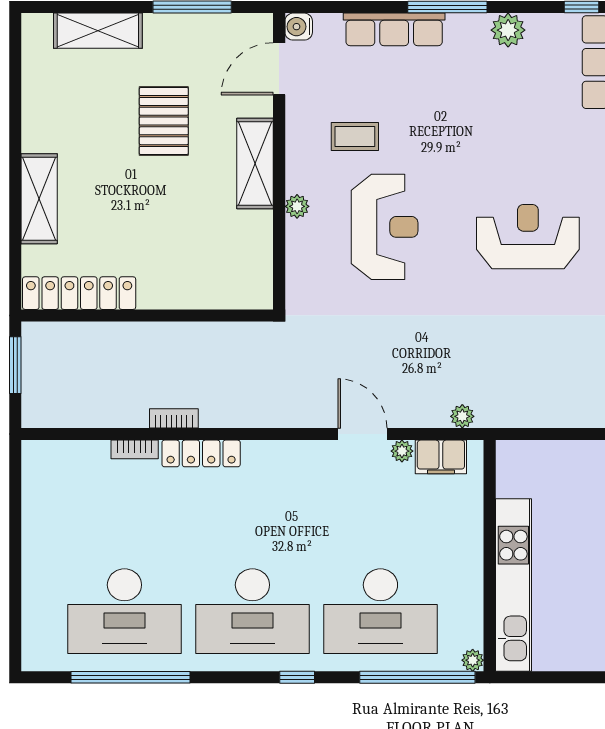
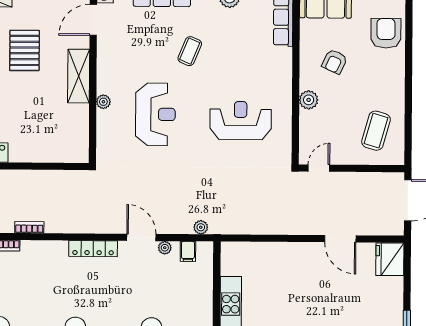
coffee table: (355, 137) -> (190, 51), moved, turned -67
locker: (201, 453) -> (93, 249), moved
filing cabinet: (441, 457) -> (188, 251), width x0.50

